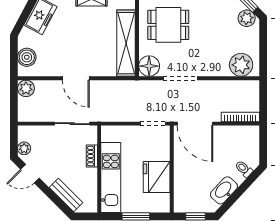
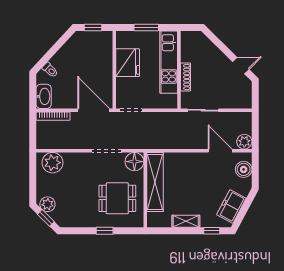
door: (76, 78) -> (220, 151), moved
plant: (24, 148) -> (246, 88), removed
shoe rack: (92, 156) -> (186, 77), width x1.43
washbasin: (224, 190) -> (44, 96), moved, turned -43
bench: (66, 195) -> (209, 47), removed

